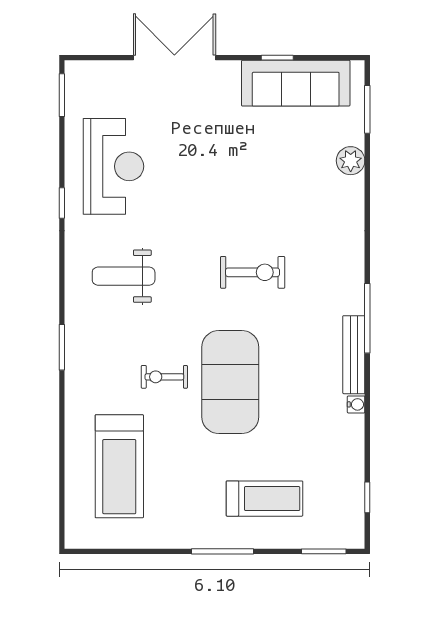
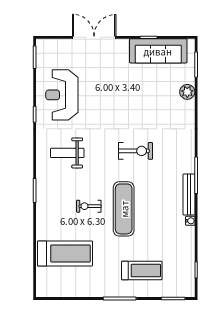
reception desk: (113, 166) -> (62, 95), turned 180
exercise mat: (230, 382) -> (124, 209), width x0.68
treadmill: (119, 466) -> (65, 253), turned -90

